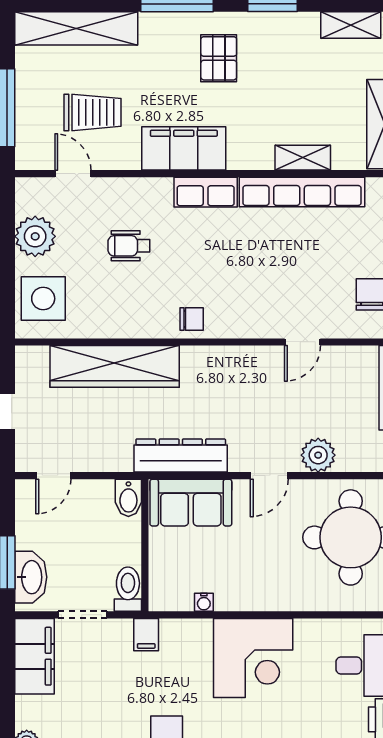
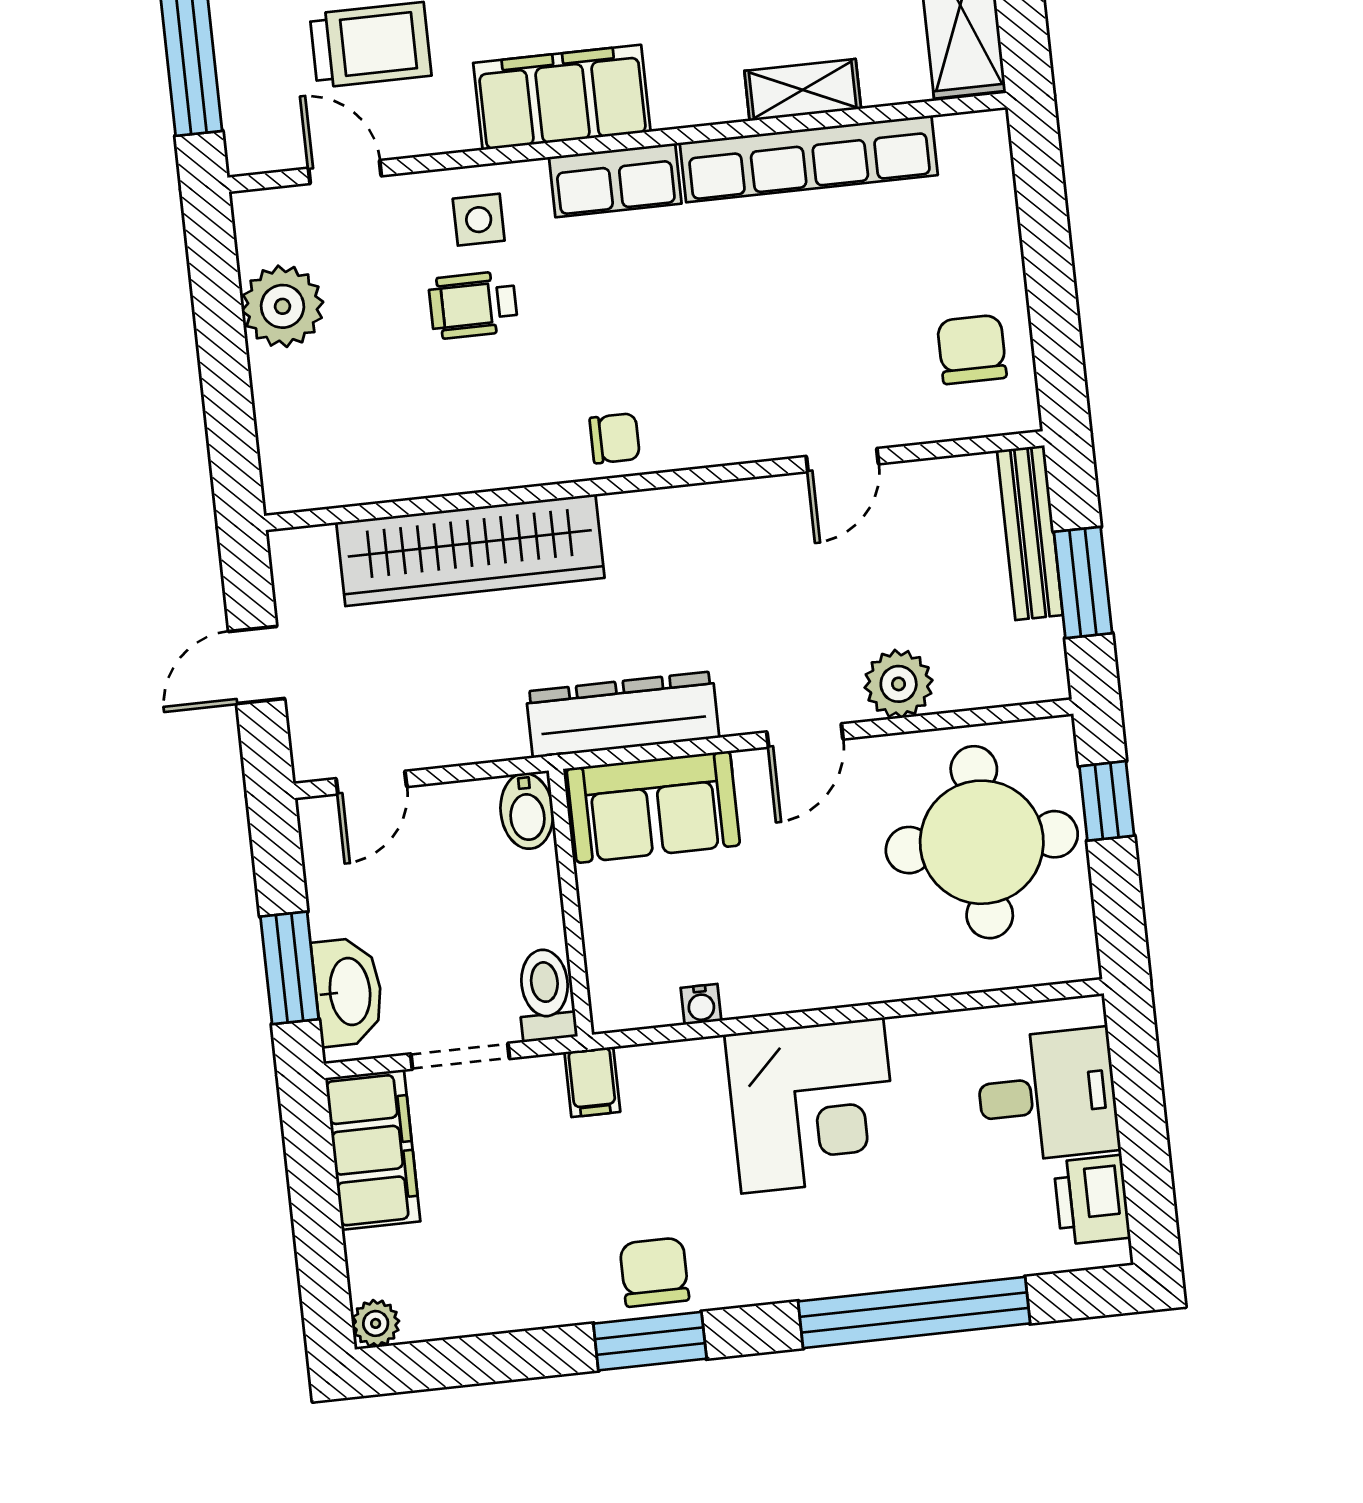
side table: (43, 299) -> (479, 220), moved, width x0.54, depth x0.54

